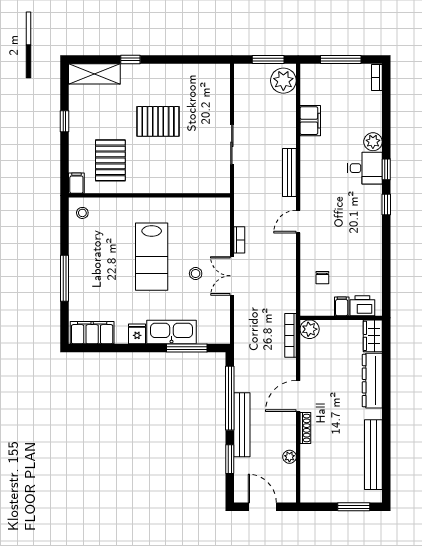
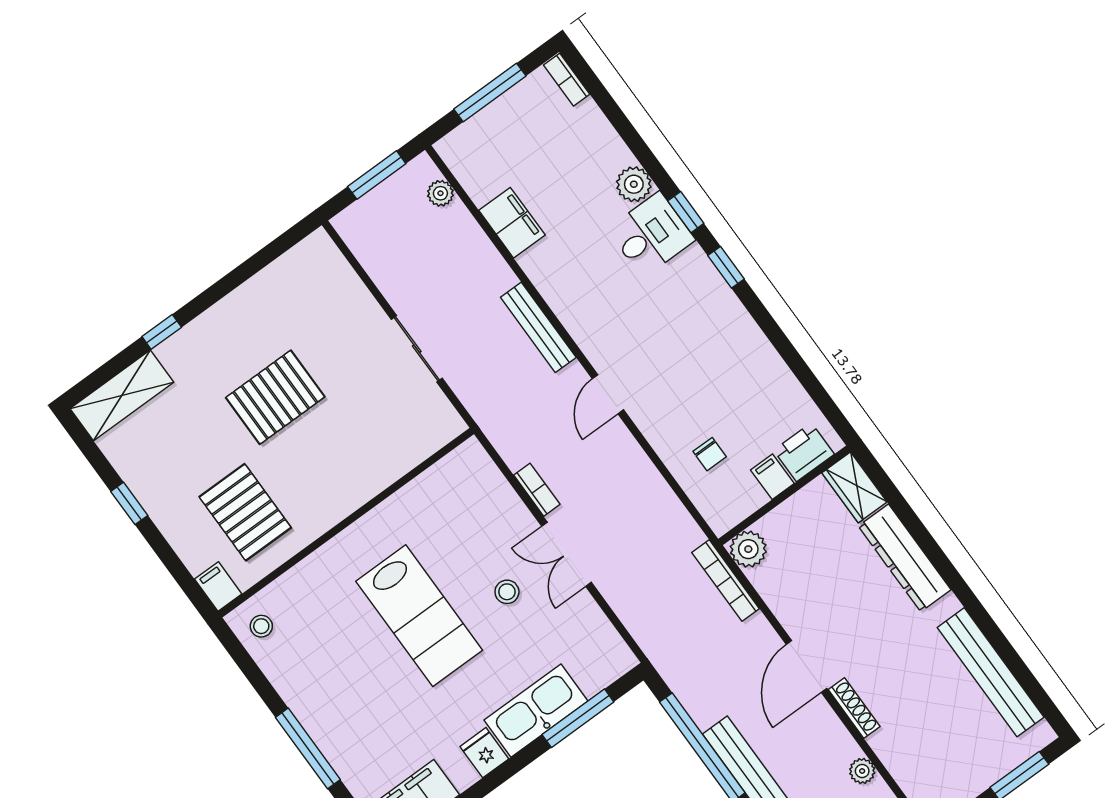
plant: (283, 81) -> (440, 193), width x0.53, depth x0.53

